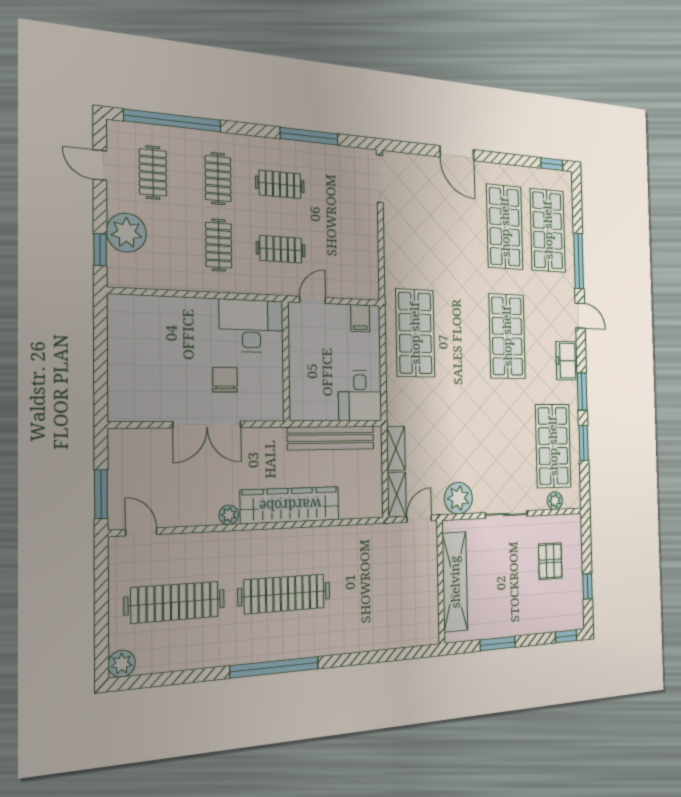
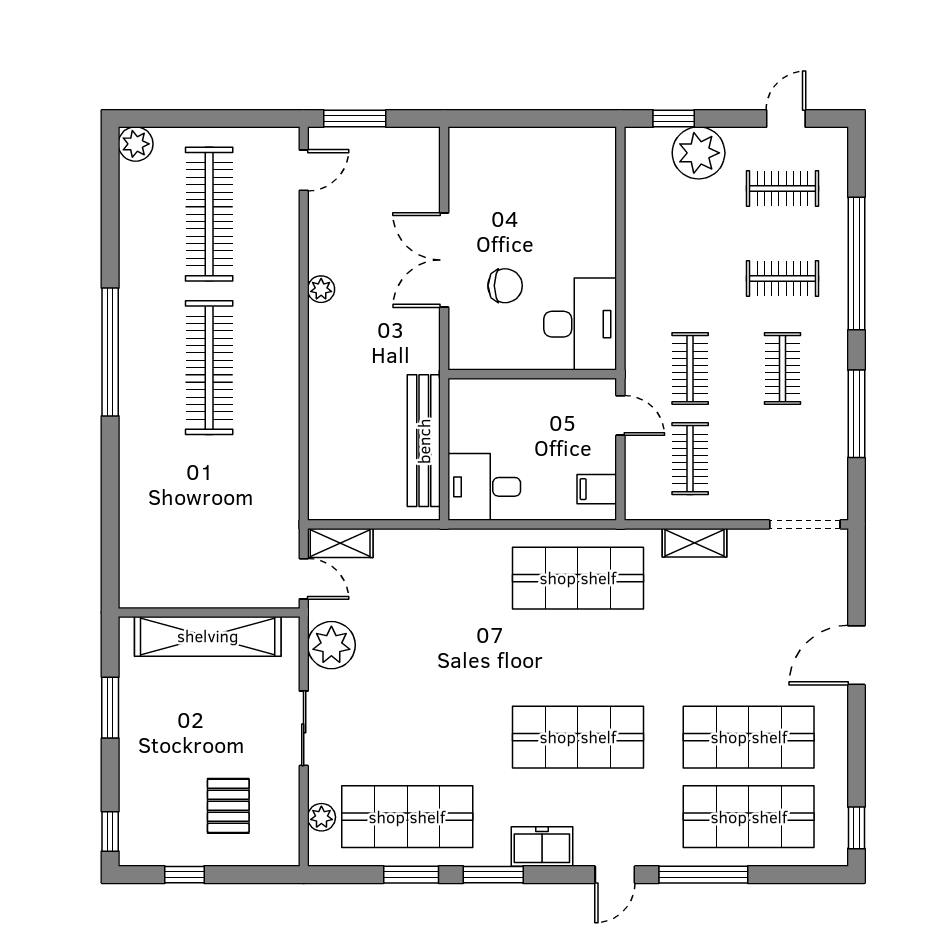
window: (173, 121) -> (856, 264), moved
clothes rail: (219, 245) -> (690, 459), moved, turned 90
shelving: (396, 448) -> (695, 543), moved
wardrobe: (290, 505) -> (331, 378), removed
pallet: (550, 561) -> (228, 806), turned 90

